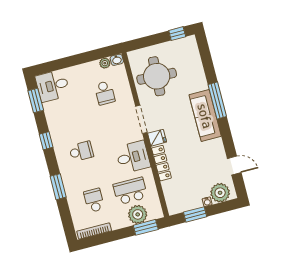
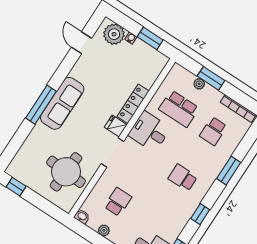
plant: (105, 63) -> (104, 230), moved
plant: (138, 214) -> (199, 84), width x0.53, depth x0.53
window: (146, 227) -> (211, 78), moved

